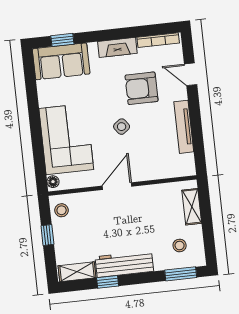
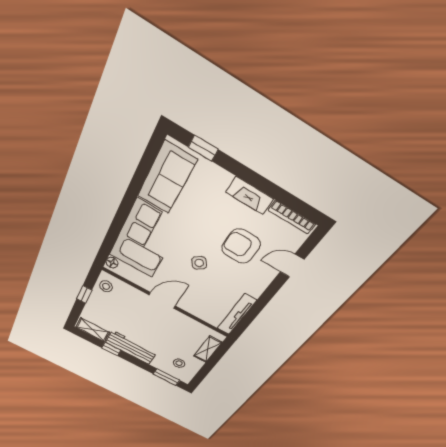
sofa: (61, 61) -> (167, 178), moved, turned -90
door: (191, 74) -> (292, 266), hinge flipped
tv unit: (184, 127) -> (237, 314), moved

